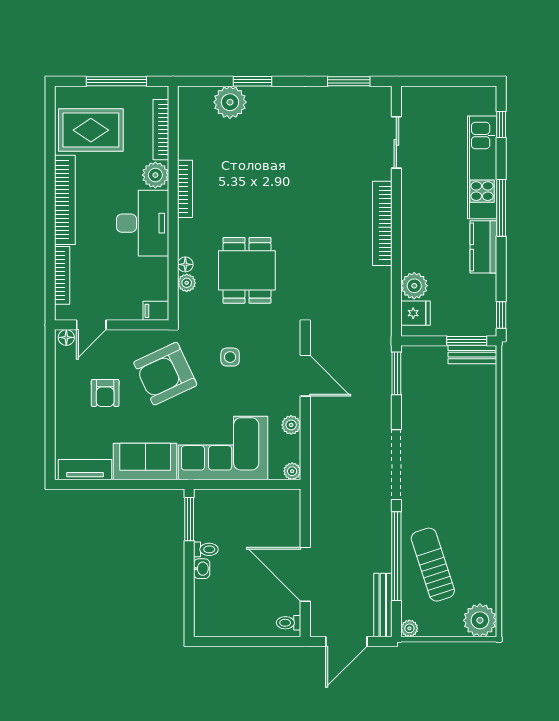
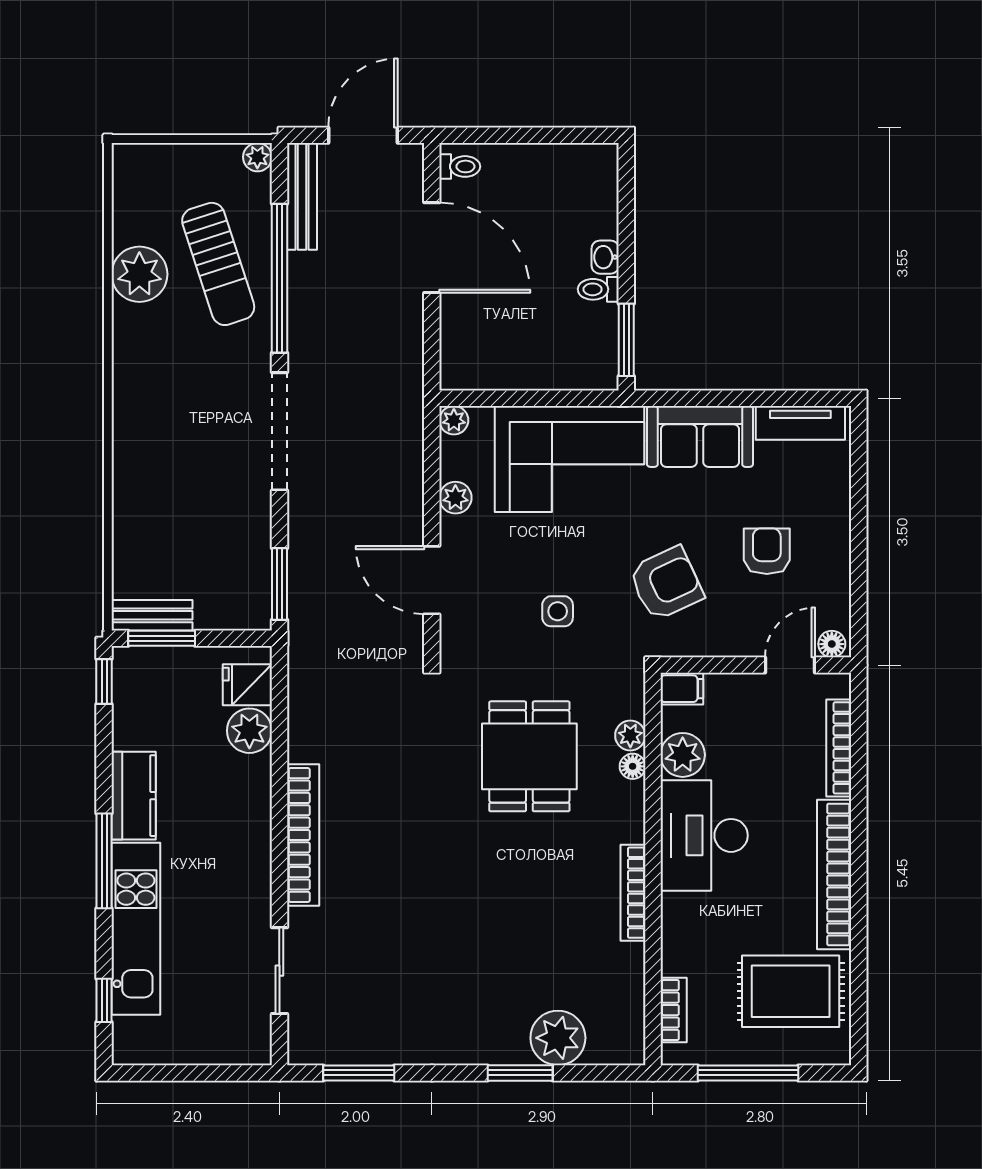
bookcase: (161, 130) -> (674, 1010), width x0.64
plant: (155, 175) -> (683, 755), moved
armchair: (165, 374) -> (666, 583), width x0.73, depth x0.73
plant: (480, 620) -> (139, 274), moved

